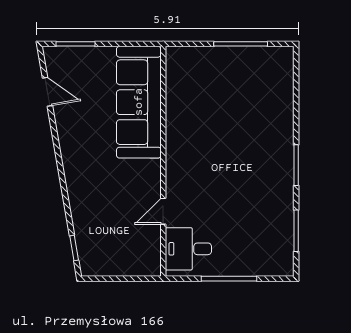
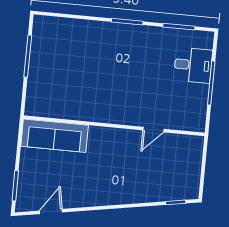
sofa: (139, 102) -> (55, 136), width x0.74, depth x0.79
door: (163, 211) -> (153, 130), hinge flipped
desk: (188, 249) -> (193, 65), moved, turned -90

